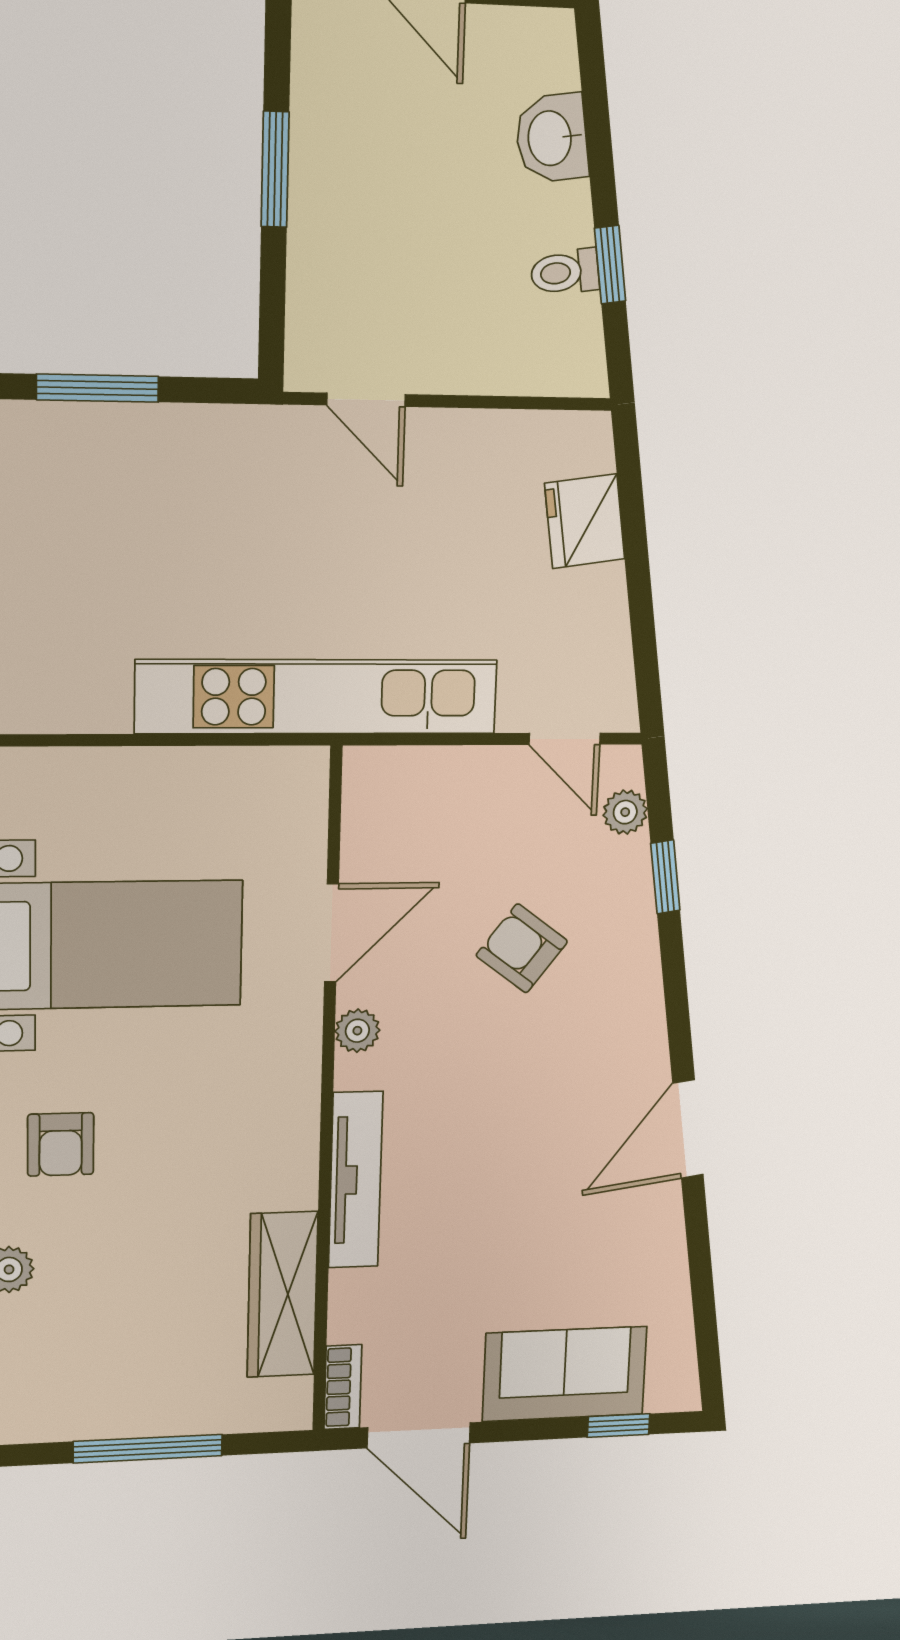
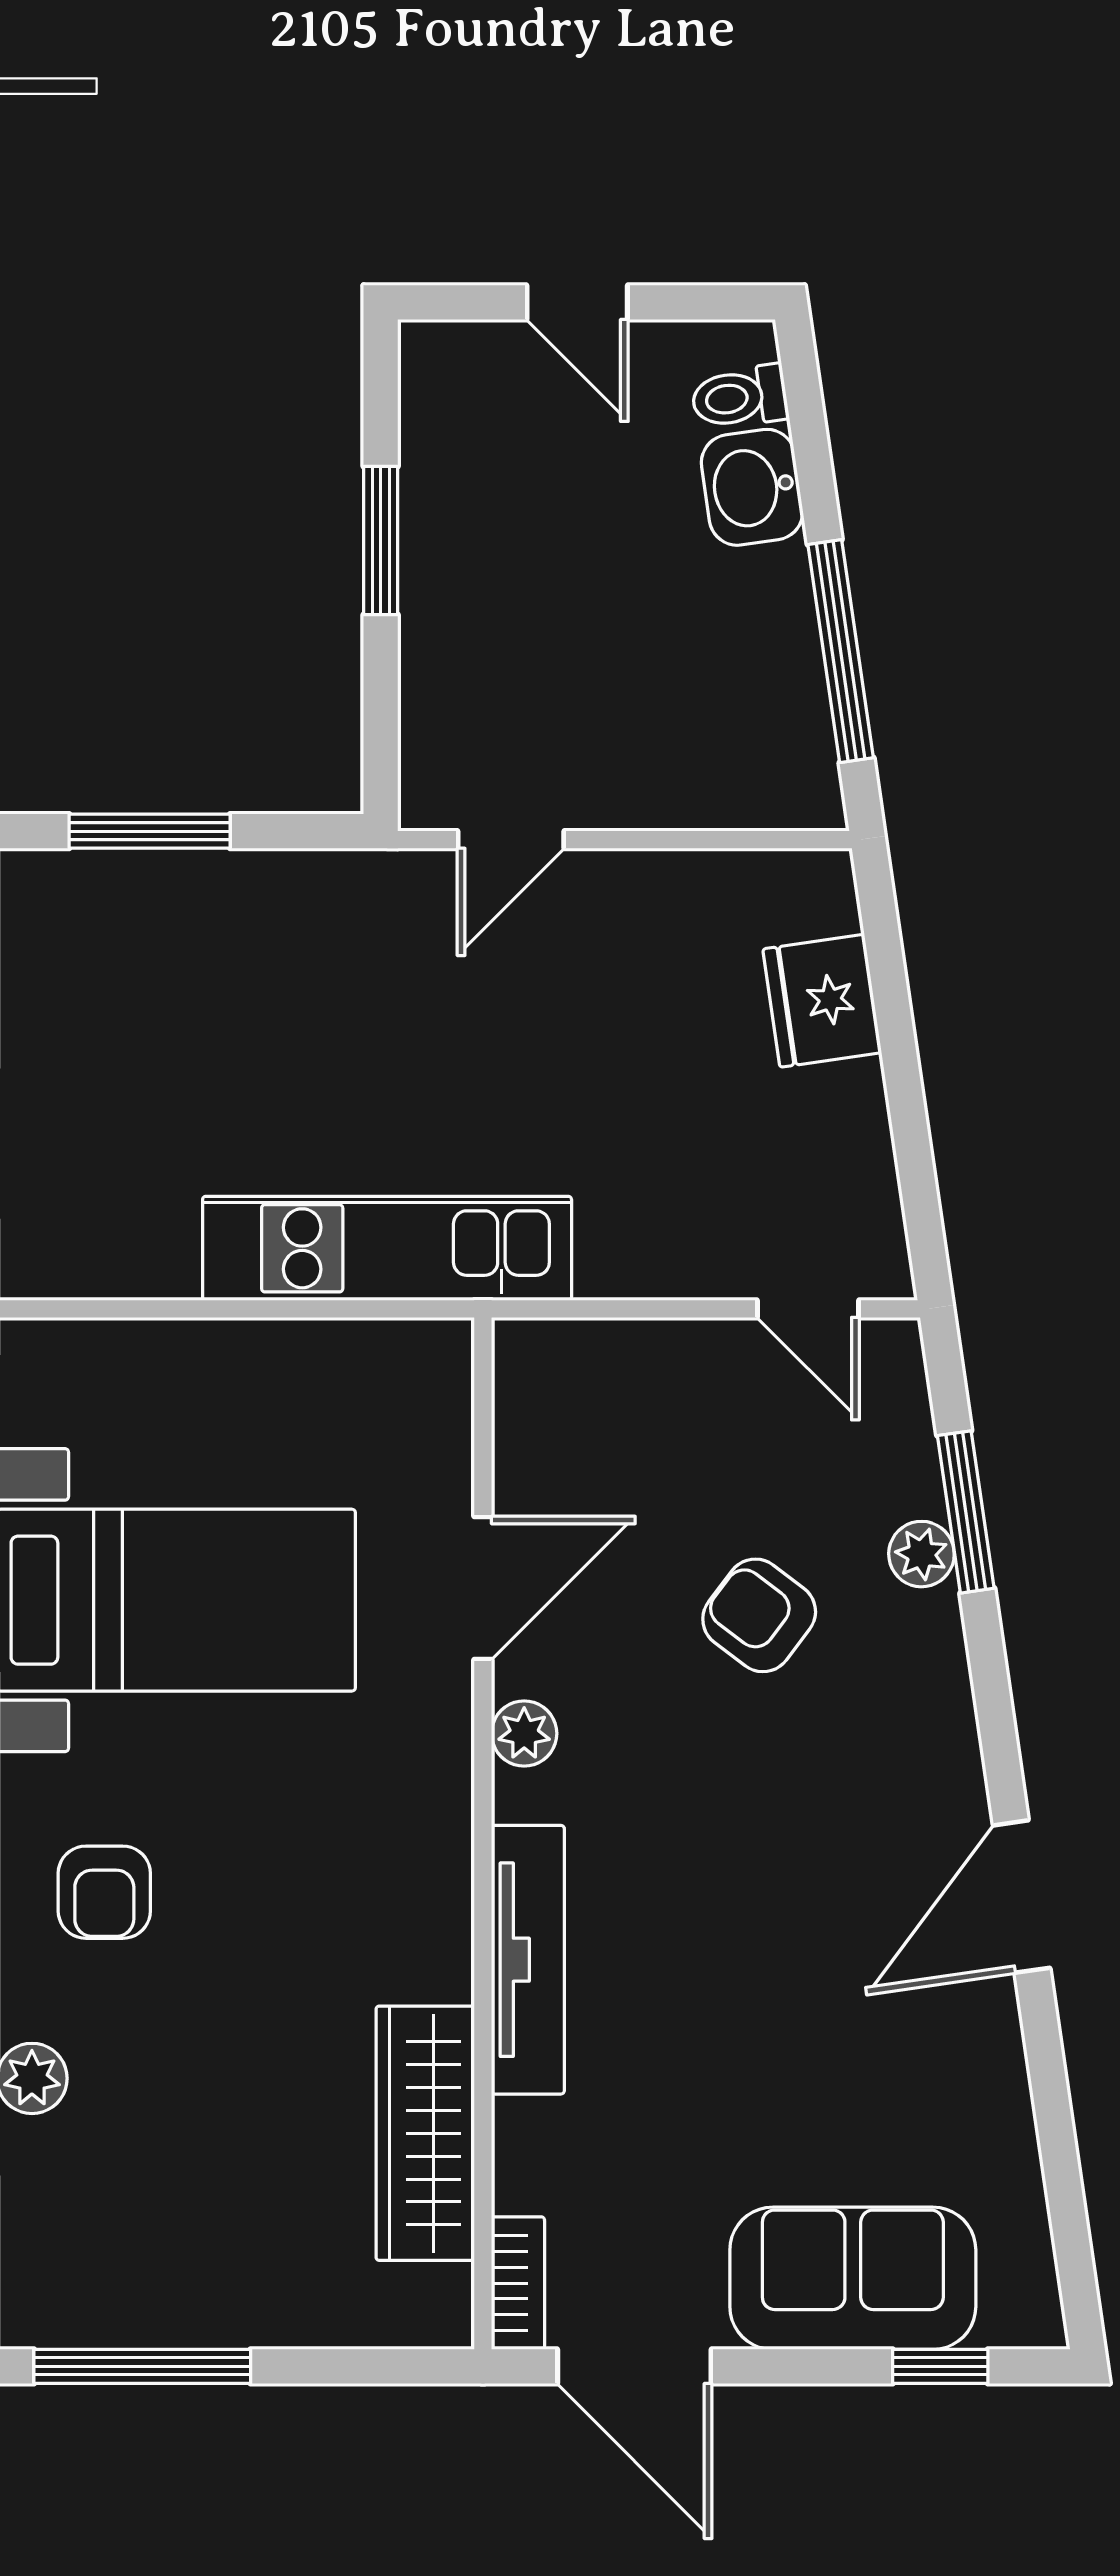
window: (610, 265) -> (841, 651), width x2.17
toilet: (565, 272) -> (740, 397), moved
door: (366, 400) -> (511, 840), hinge flipped
kitchen unit: (317, 697) -> (387, 1248), width x0.73
plant: (625, 812) -> (921, 1554), moved
window: (665, 877) -> (966, 1512), width x1.50
window: (148, 1449) -> (142, 2366), moved

